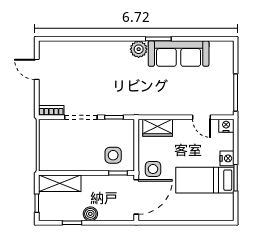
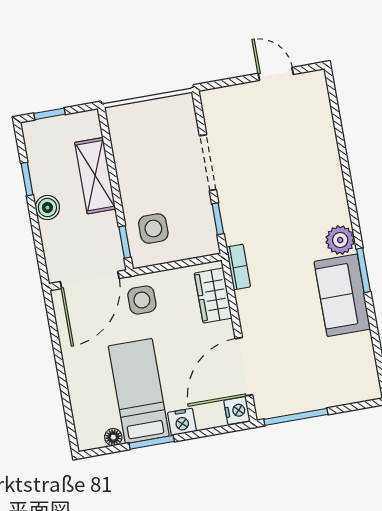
sofa: (179, 54) -> (342, 295), width x0.73
door: (37, 69) -> (276, 74), hinge flipped
bookcase: (51, 110) -> (238, 267), moved
door: (202, 117) -> (244, 367), width x1.88
shelving: (60, 183) -> (95, 176), moved
door: (136, 197) -> (90, 280), hinge flipped
floor lamp: (229, 199) -> (113, 437), added

